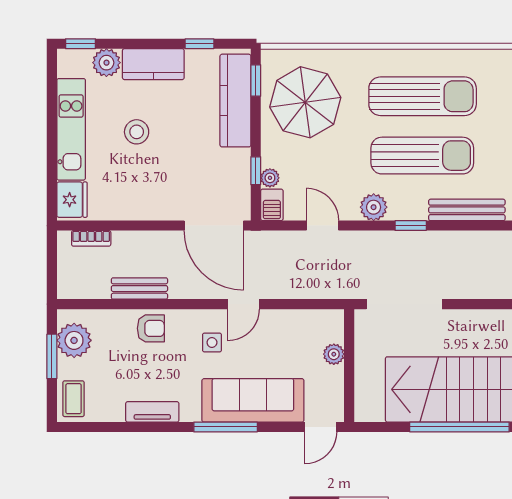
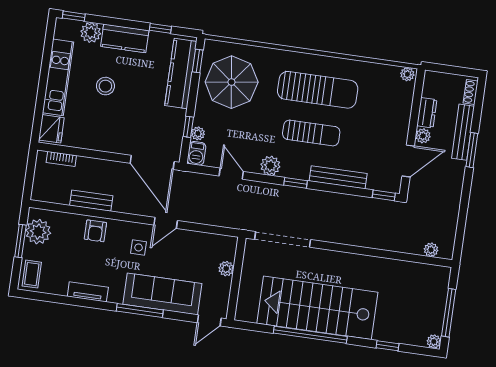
sun lounger: (422, 156) -> (311, 133), width x0.73, depth x0.75
armchair: (151, 328) -> (95, 231), turned 90

